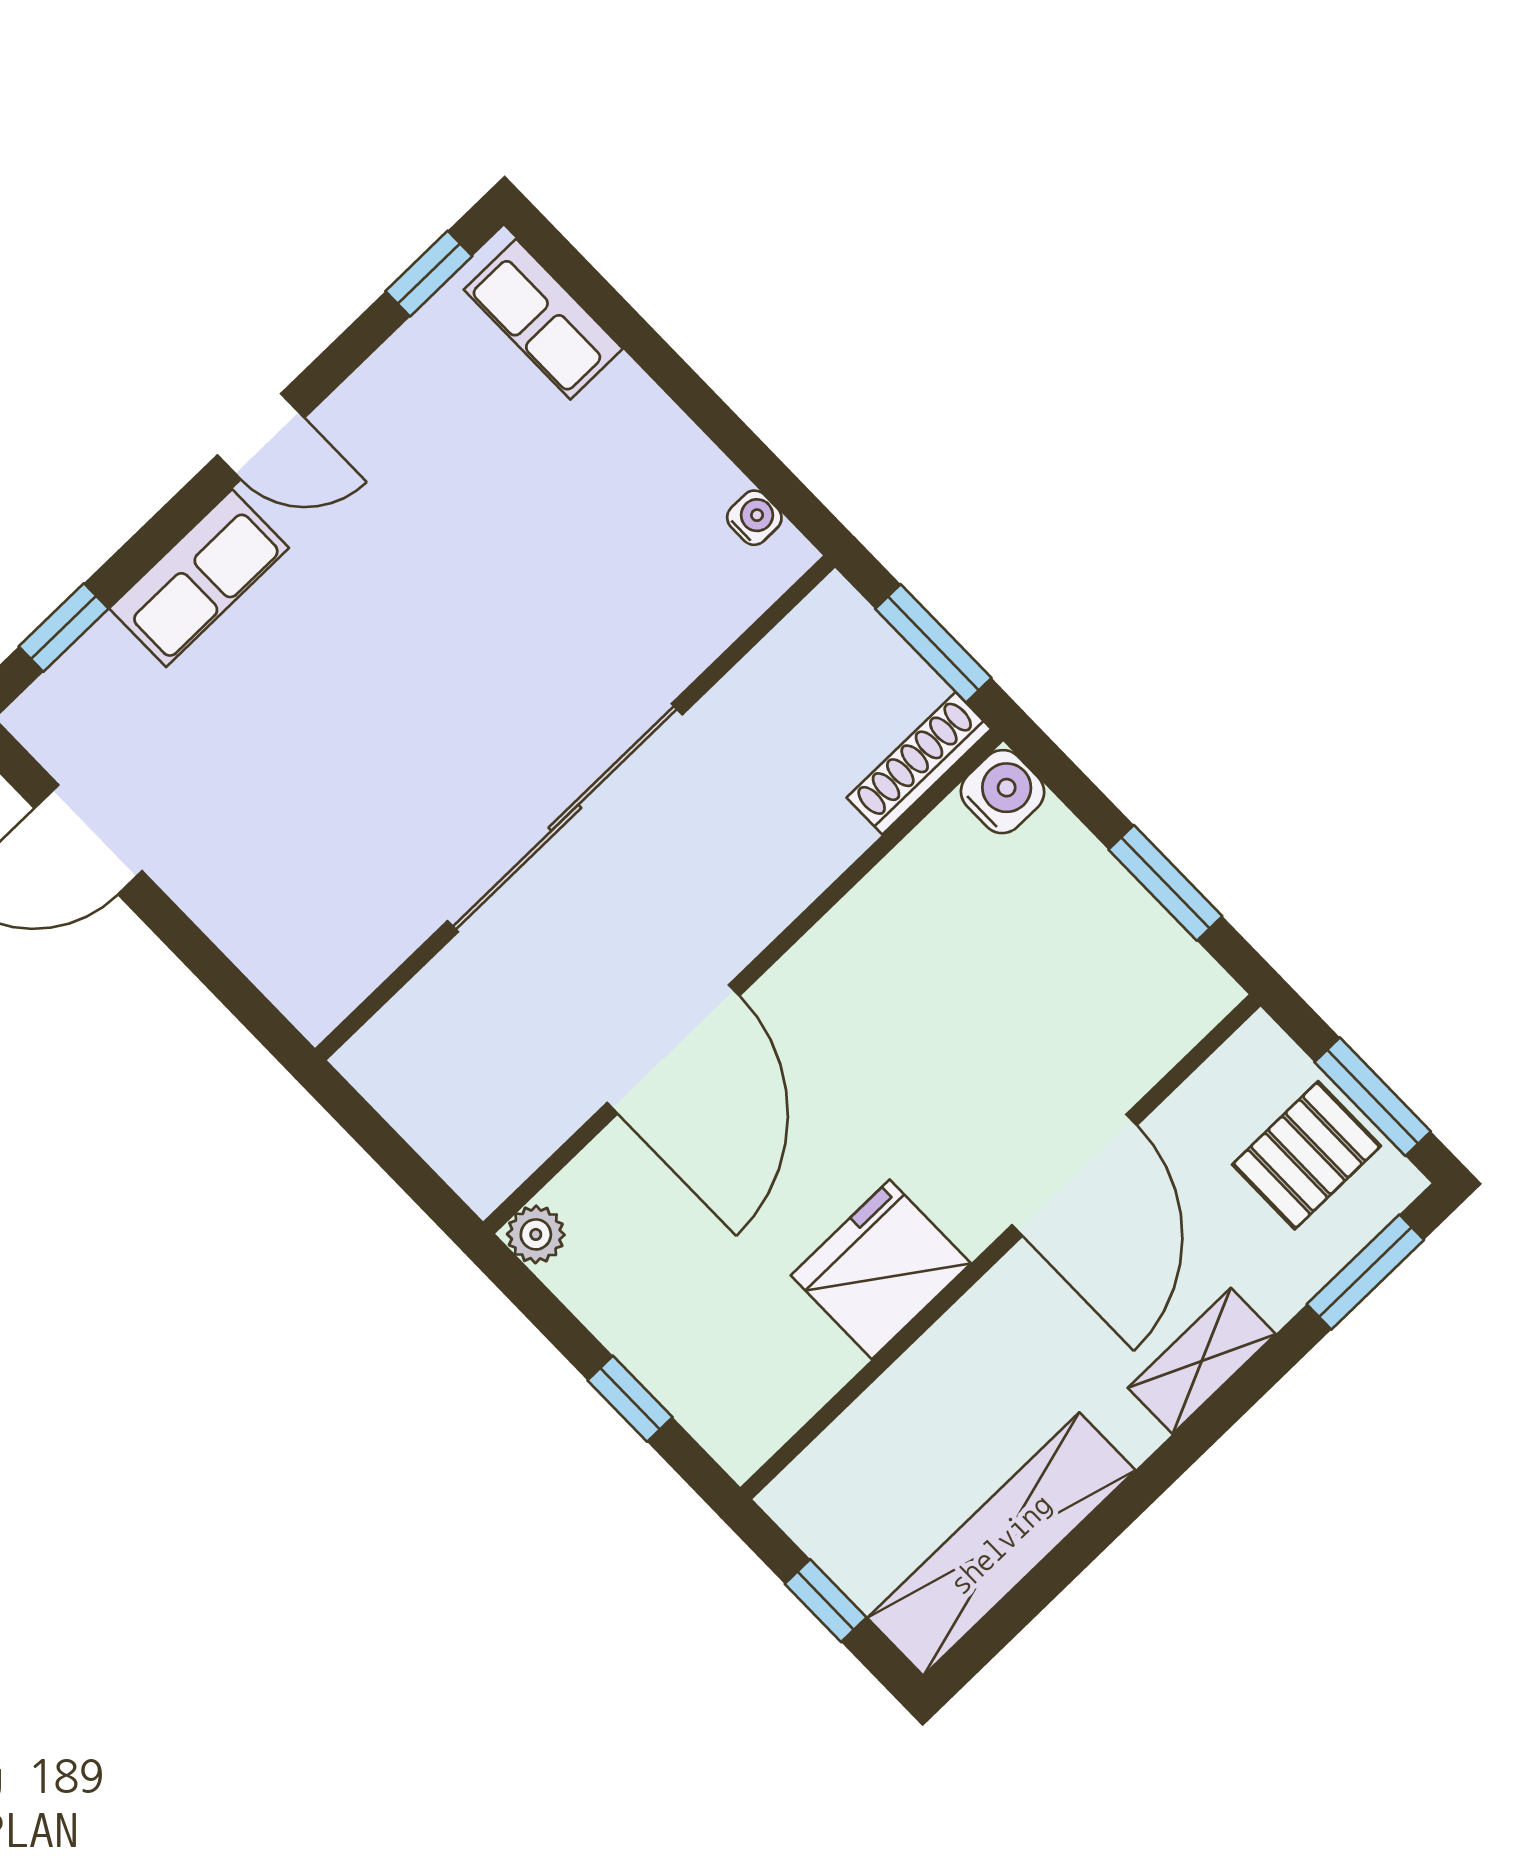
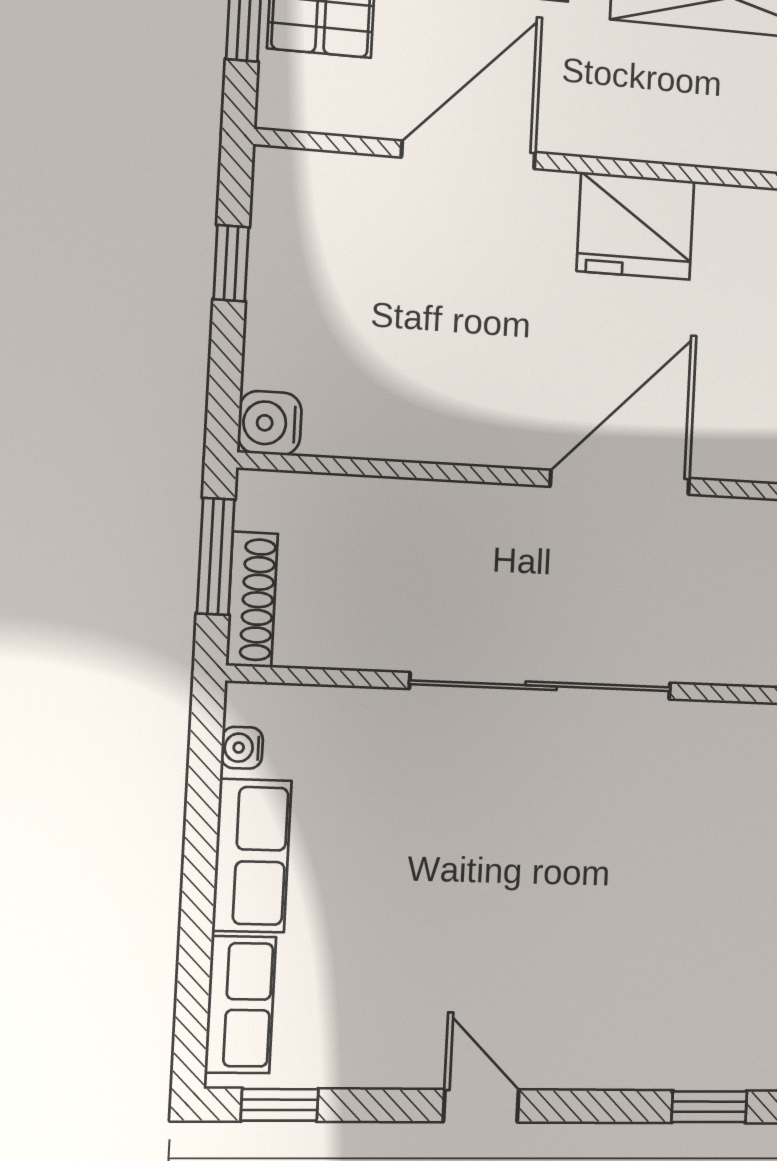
row of seats: (199, 578) -> (252, 856), moved, turned 90
shoe rack: (919, 763) -> (252, 599), moved, turned -90
window: (1165, 883) -> (231, 263), width x0.67

